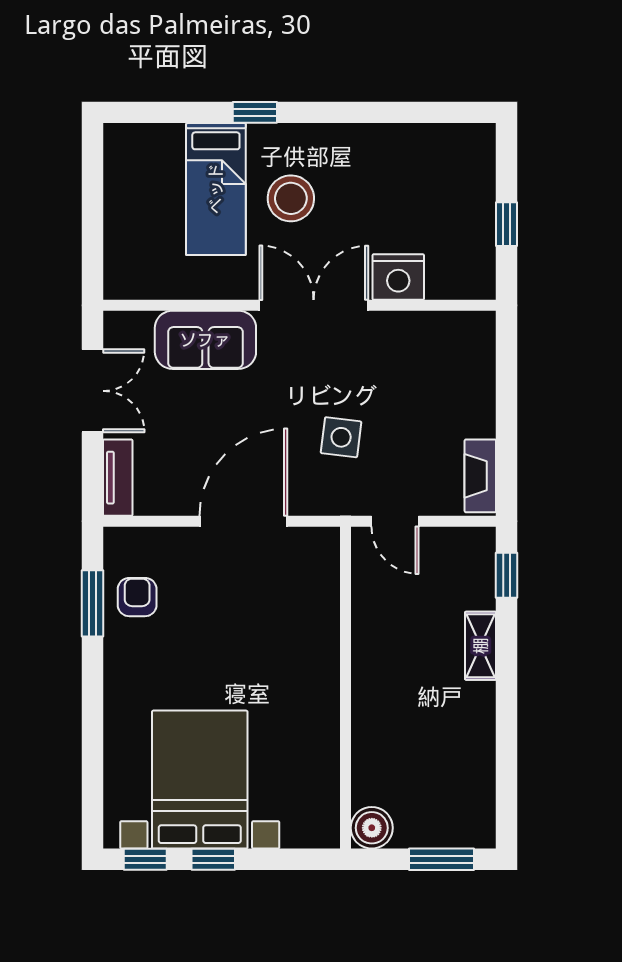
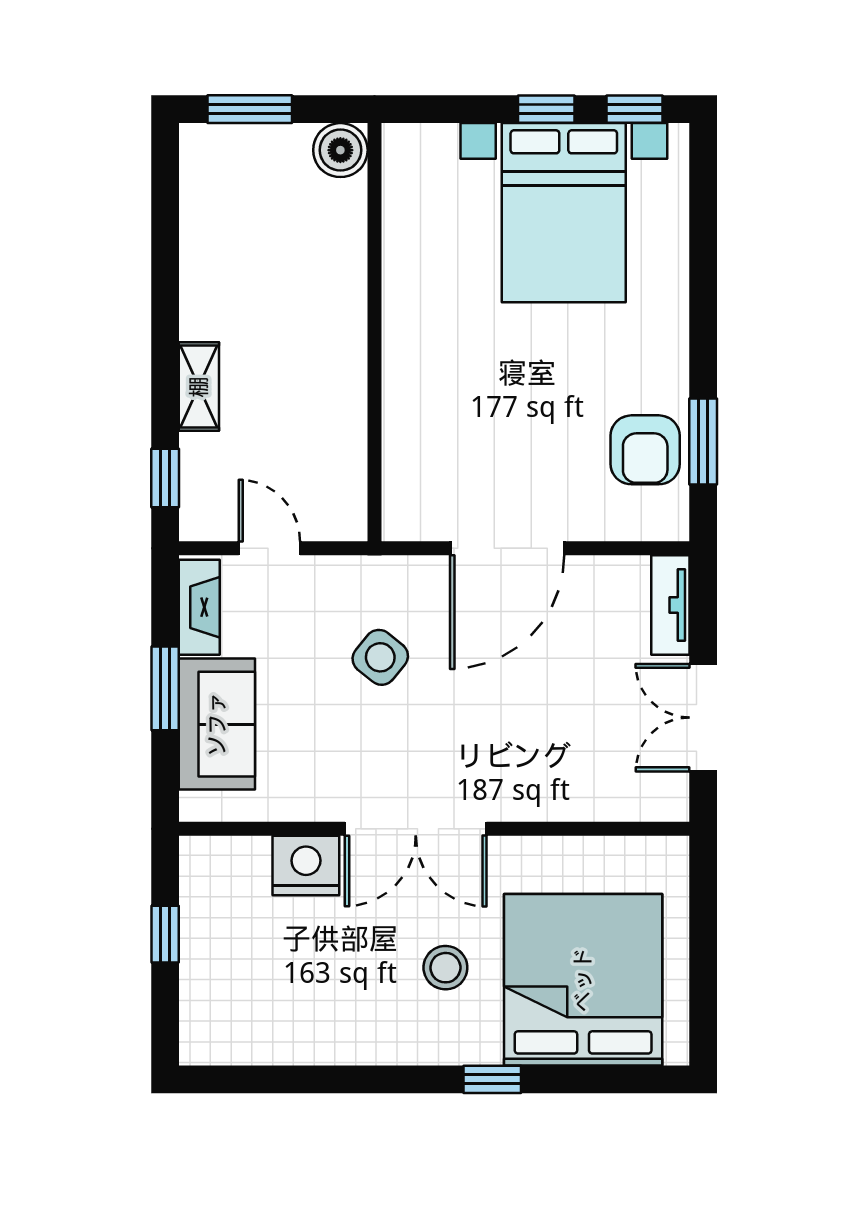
bed: (216, 189) -> (583, 980), width x2.04
stool: (291, 198) -> (445, 968), width x0.73, depth x0.73
sofa: (205, 340) -> (217, 724), moved, turned 90
window: (507, 413) -> (165, 688), added
side table: (341, 437) -> (380, 657), turned 32
door: (395, 521) -> (269, 548), moved
armchair: (137, 597) -> (645, 450), width x1.38, depth x1.38

